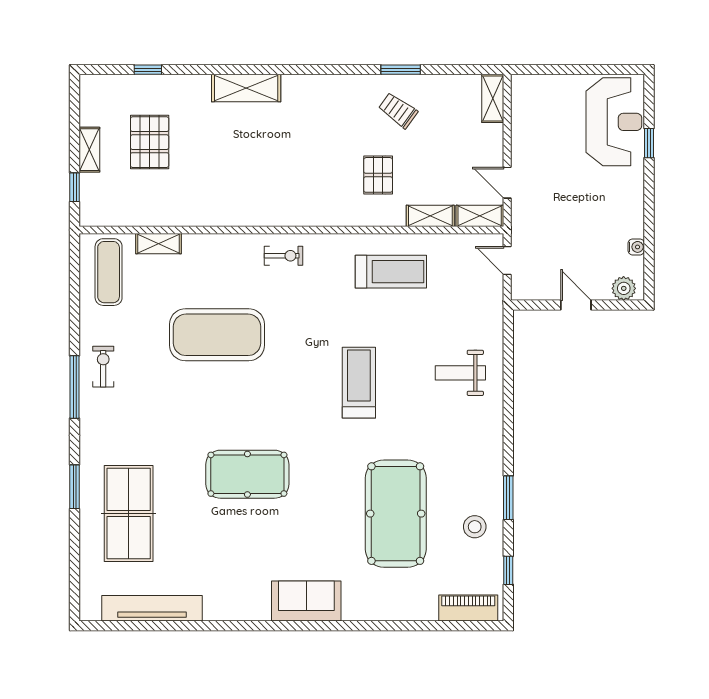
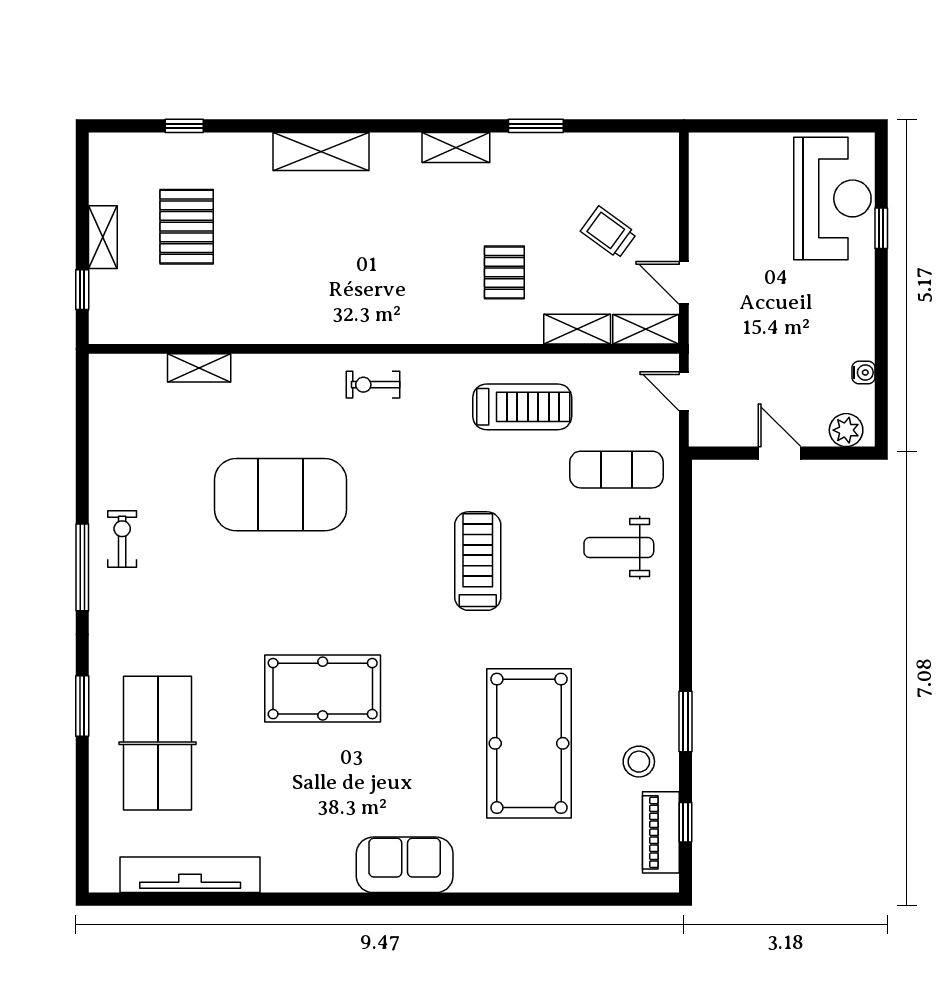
shelving: (493, 98) -> (456, 147), moved, turned 90
trolley: (398, 110) -> (609, 232), moved
exercise bike: (284, 256) -> (373, 385), turned 180
exercise mat: (109, 272) -> (616, 470), moved, turned 90
piano: (468, 608) -> (661, 832), moved, turned -90

